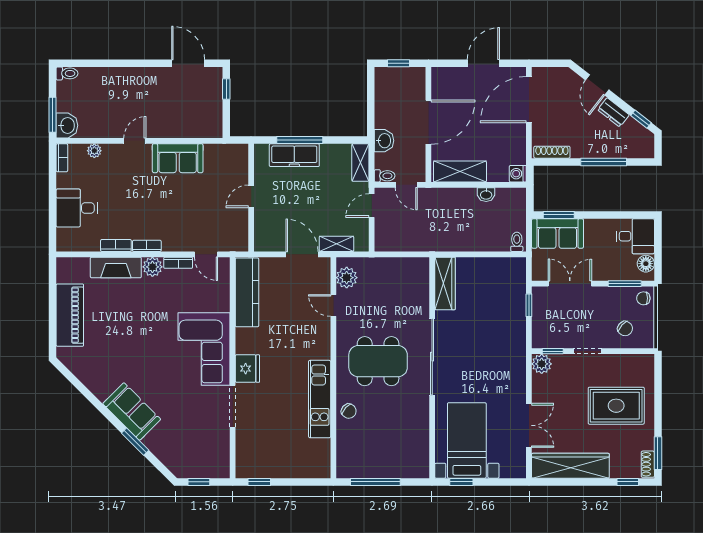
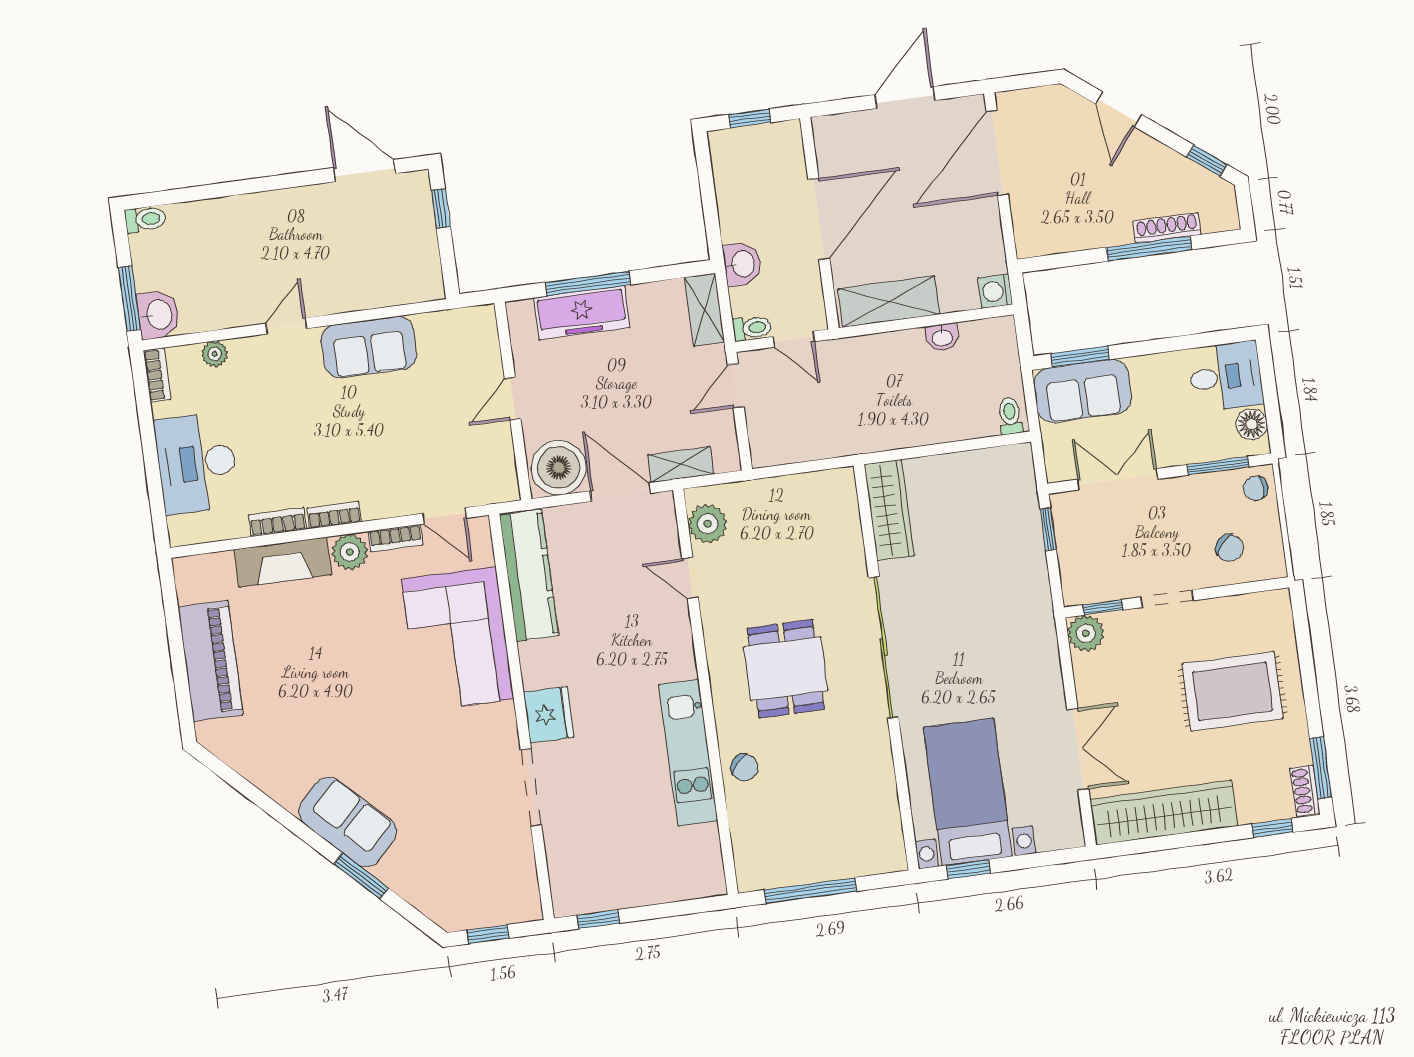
dresser: (613, 112) -> (1155, 155), removed
shoe rack: (552, 152) -> (1167, 228), moved
desk: (77, 208) -> (197, 463), width x1.37
boiler: (271, 237) -> (559, 468), added
corner sofa: (204, 349) -> (458, 639), moved
dining table: (378, 361) -> (786, 669), width x0.73

